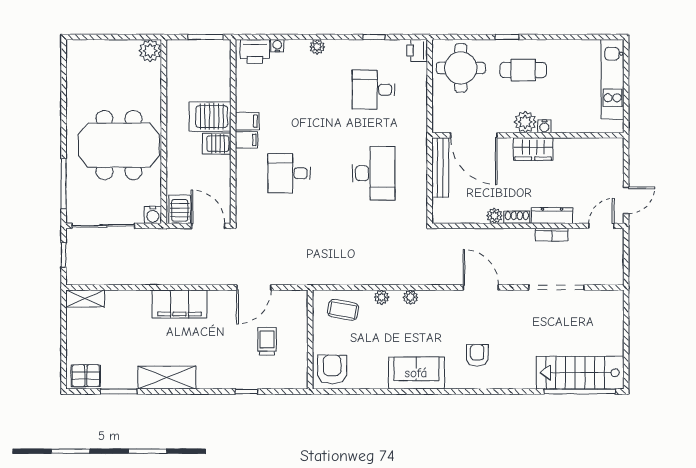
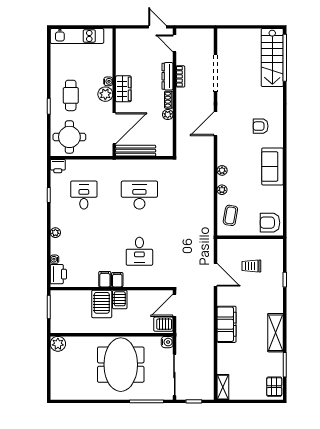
desk: (374, 90) -> (84, 195), turned 180

